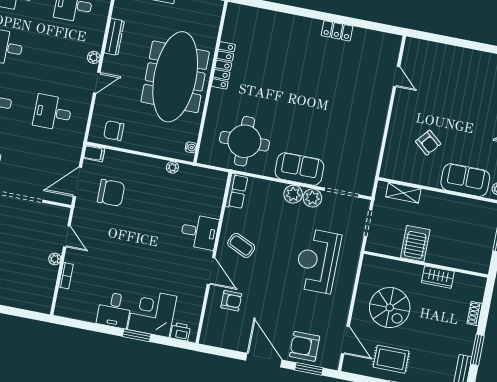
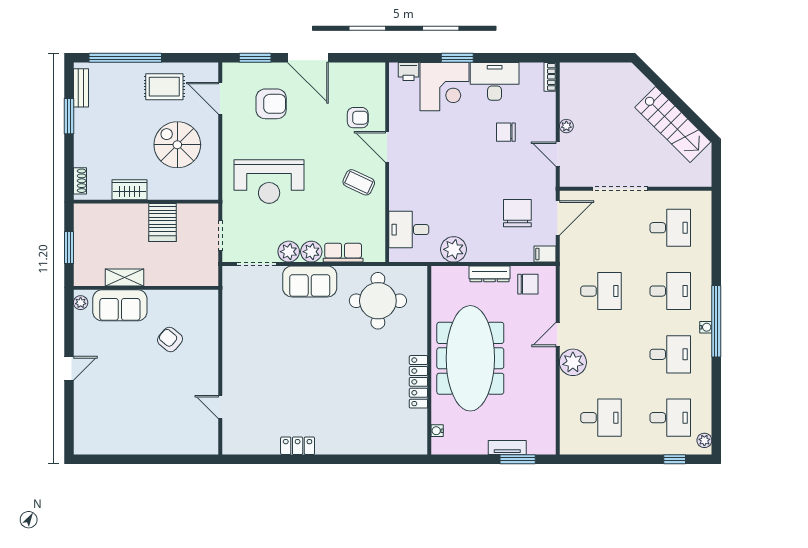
dresser: (114, 37) -> (490, 274), moved, turned -90
plant: (94, 57) -> (573, 362), width x1.88, depth x1.88
water cooler: (191, 147) -> (437, 431), moved
plant: (172, 167) -> (454, 249), width x1.88, depth x1.88
row of seats: (237, 191) -> (343, 253), moved, turned 90
chair: (111, 193) -> (517, 213), turned 90
shelving: (403, 193) -> (125, 277), moved
desk: (199, 232) -> (409, 230), moved
reception desk: (318, 261) -> (269, 182), turned 90
chair: (107, 264) -> (506, 132), added
bookcase: (66, 276) -> (550, 77), moved
armchair: (231, 301) -> (358, 118), turned 180
desk: (114, 310) -> (495, 81), width x1.37
shoe rack: (475, 314) -> (80, 181), moved
armchair: (305, 346) -> (271, 104), moved

